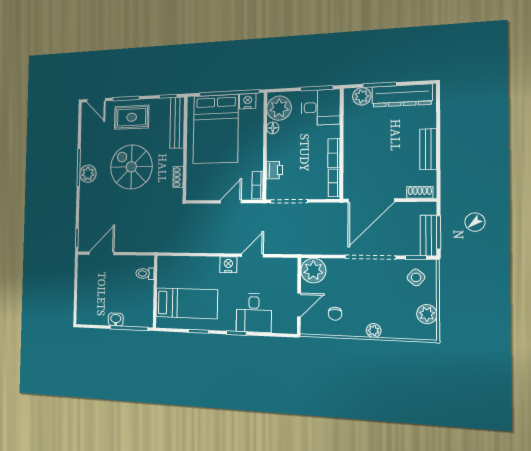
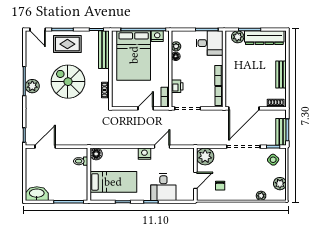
plant: (279, 108) -> (176, 46), width x0.53, depth x0.53
floor lamp: (165, 264) -> (96, 154), added
washbasin: (116, 319) -> (37, 194), moved, width x1.91, depth x1.45
plant: (374, 331) -> (261, 196), moved

